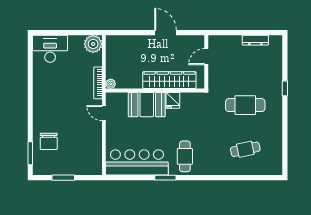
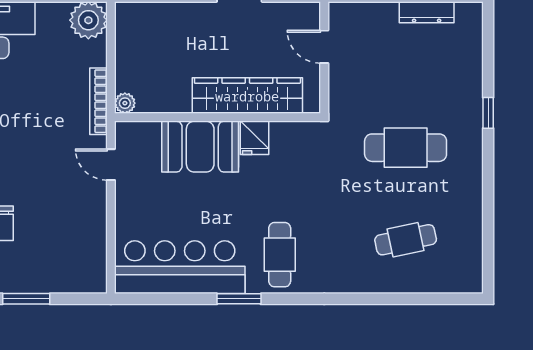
door: (206, 57) -> (324, 47), hinge flipped

